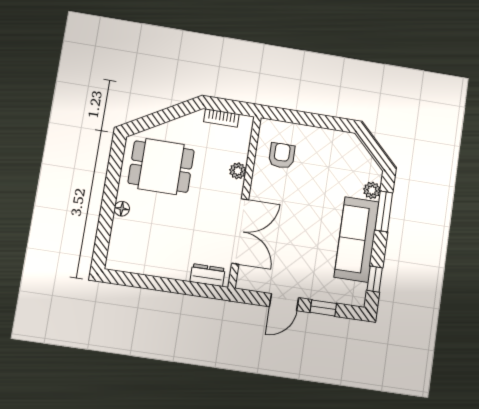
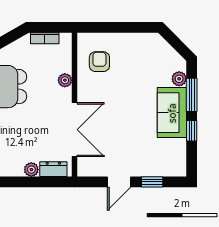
sofa: (357, 239) -> (172, 113), width x0.73
plant: (181, 272) -> (31, 170), added
window: (375, 279) -> (192, 131), moved

